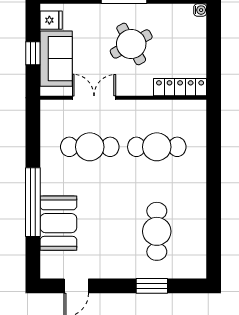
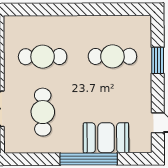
cafe table: (157, 147) -> (43, 57), turned 90

